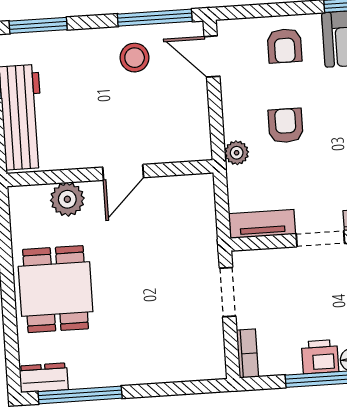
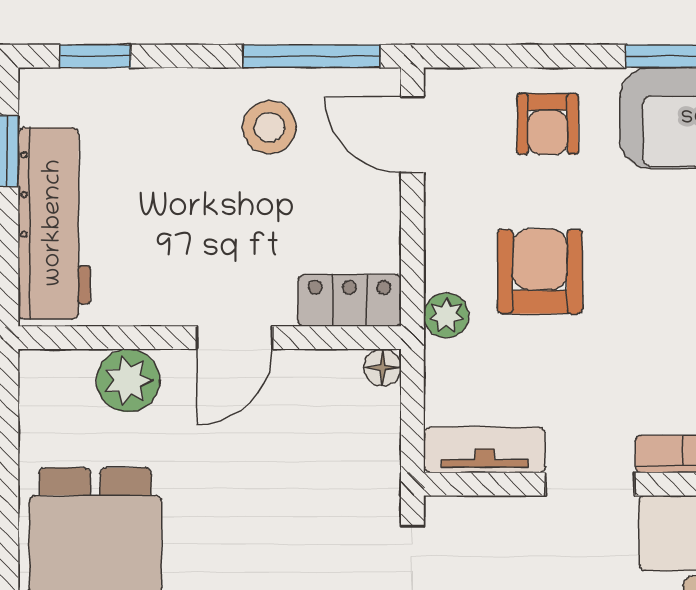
window: (38, 25) -> (95, 56), width x0.67
armchair: (286, 126) -> (540, 271), width x1.38, depth x1.38
locker: (184, 148) -> (350, 300), added
floor lamp: (204, 183) -> (383, 368), added

